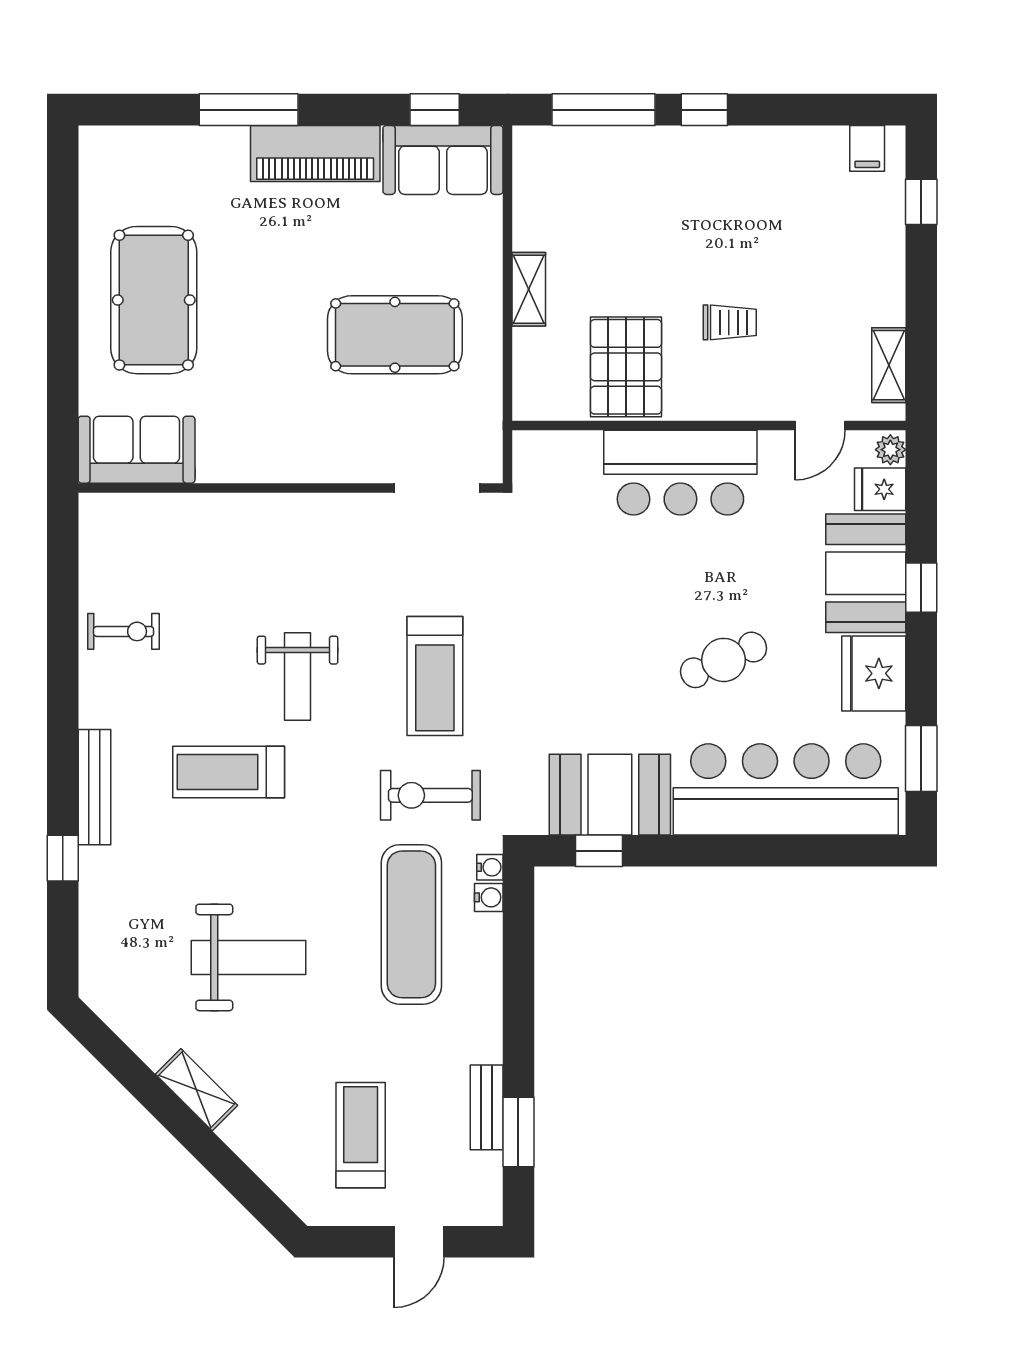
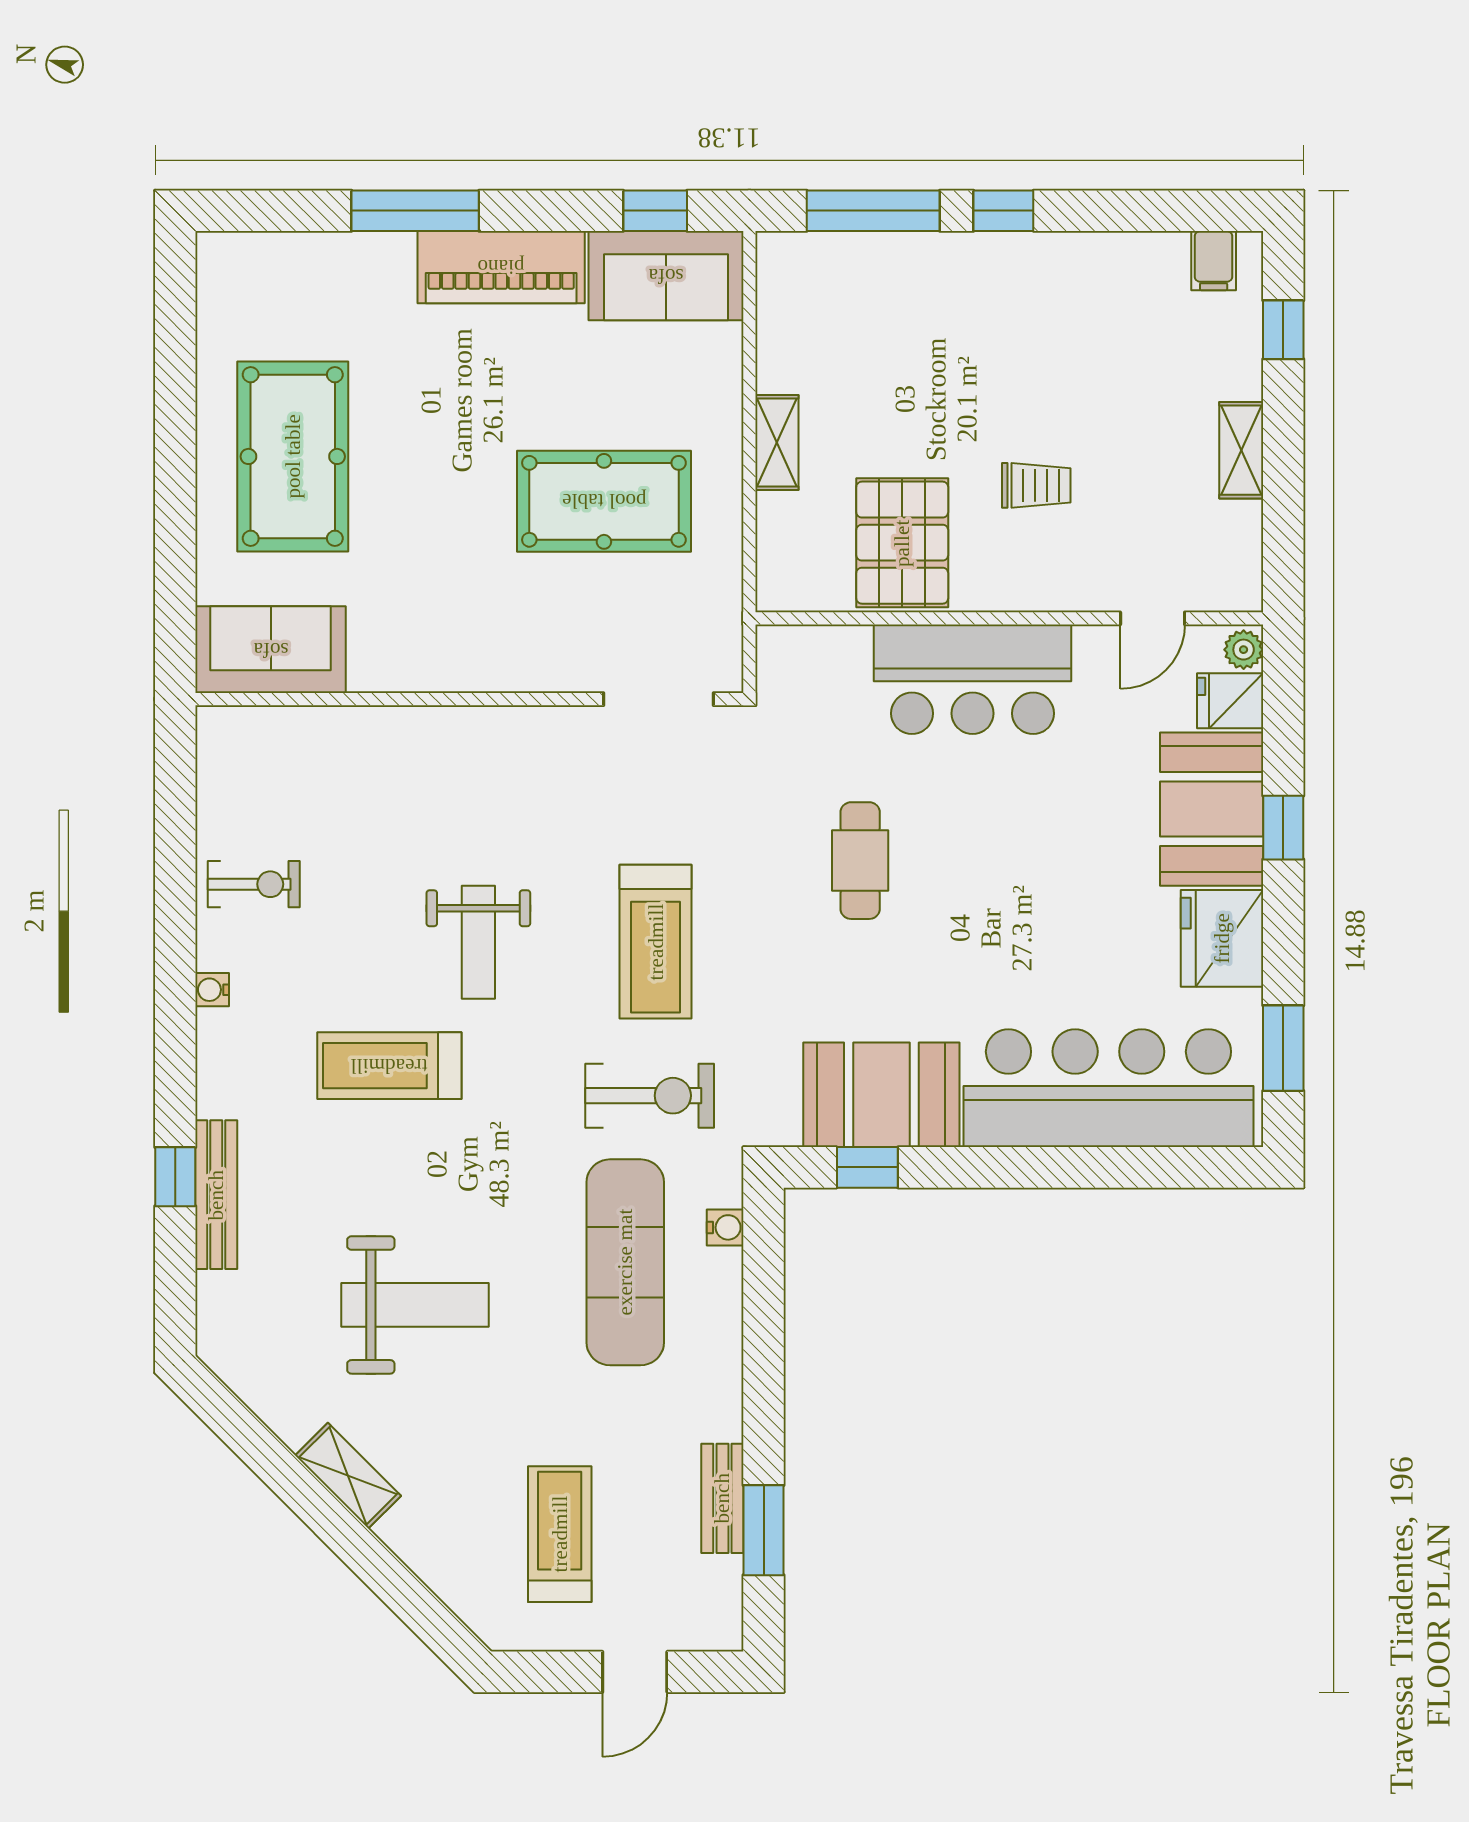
shelving: (889, 365) -> (1241, 450), moved
cafe table: (724, 660) -> (860, 861), moved, turned -66
bench: (94, 787) -> (216, 1195), moved
exercise bike: (430, 795) -> (650, 1096), turned 180
water cooler: (490, 867) -> (212, 990), moved, turned 180

